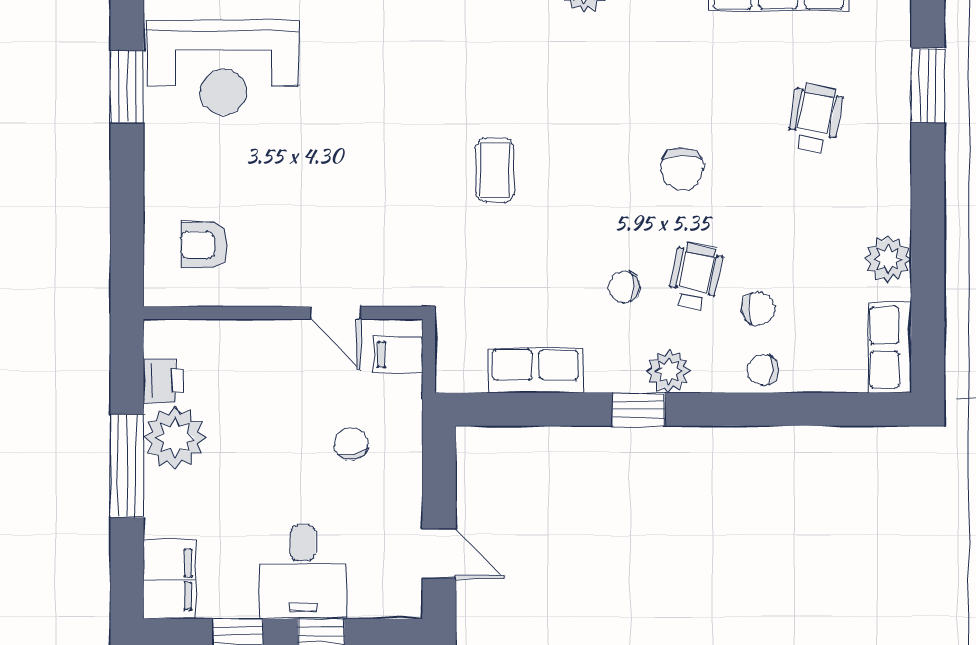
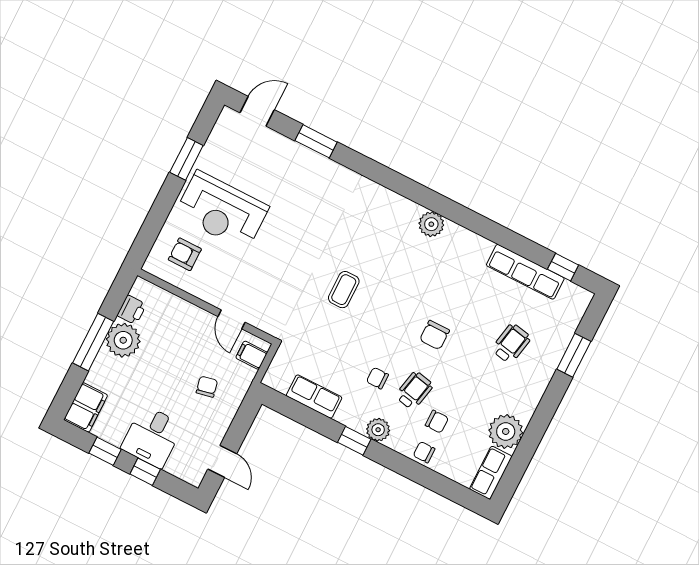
reception desk: (223, 67) -> (222, 211), moved
plant: (888, 259) -> (506, 431), width x1.36, depth x1.36

